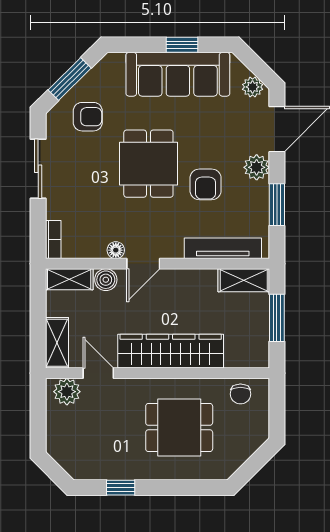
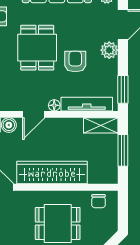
armchair: (206, 184) -> (75, 62), turned 180
window: (277, 205) -> (123, 89), moved
floor lamp: (116, 250) -> (54, 105), moved

